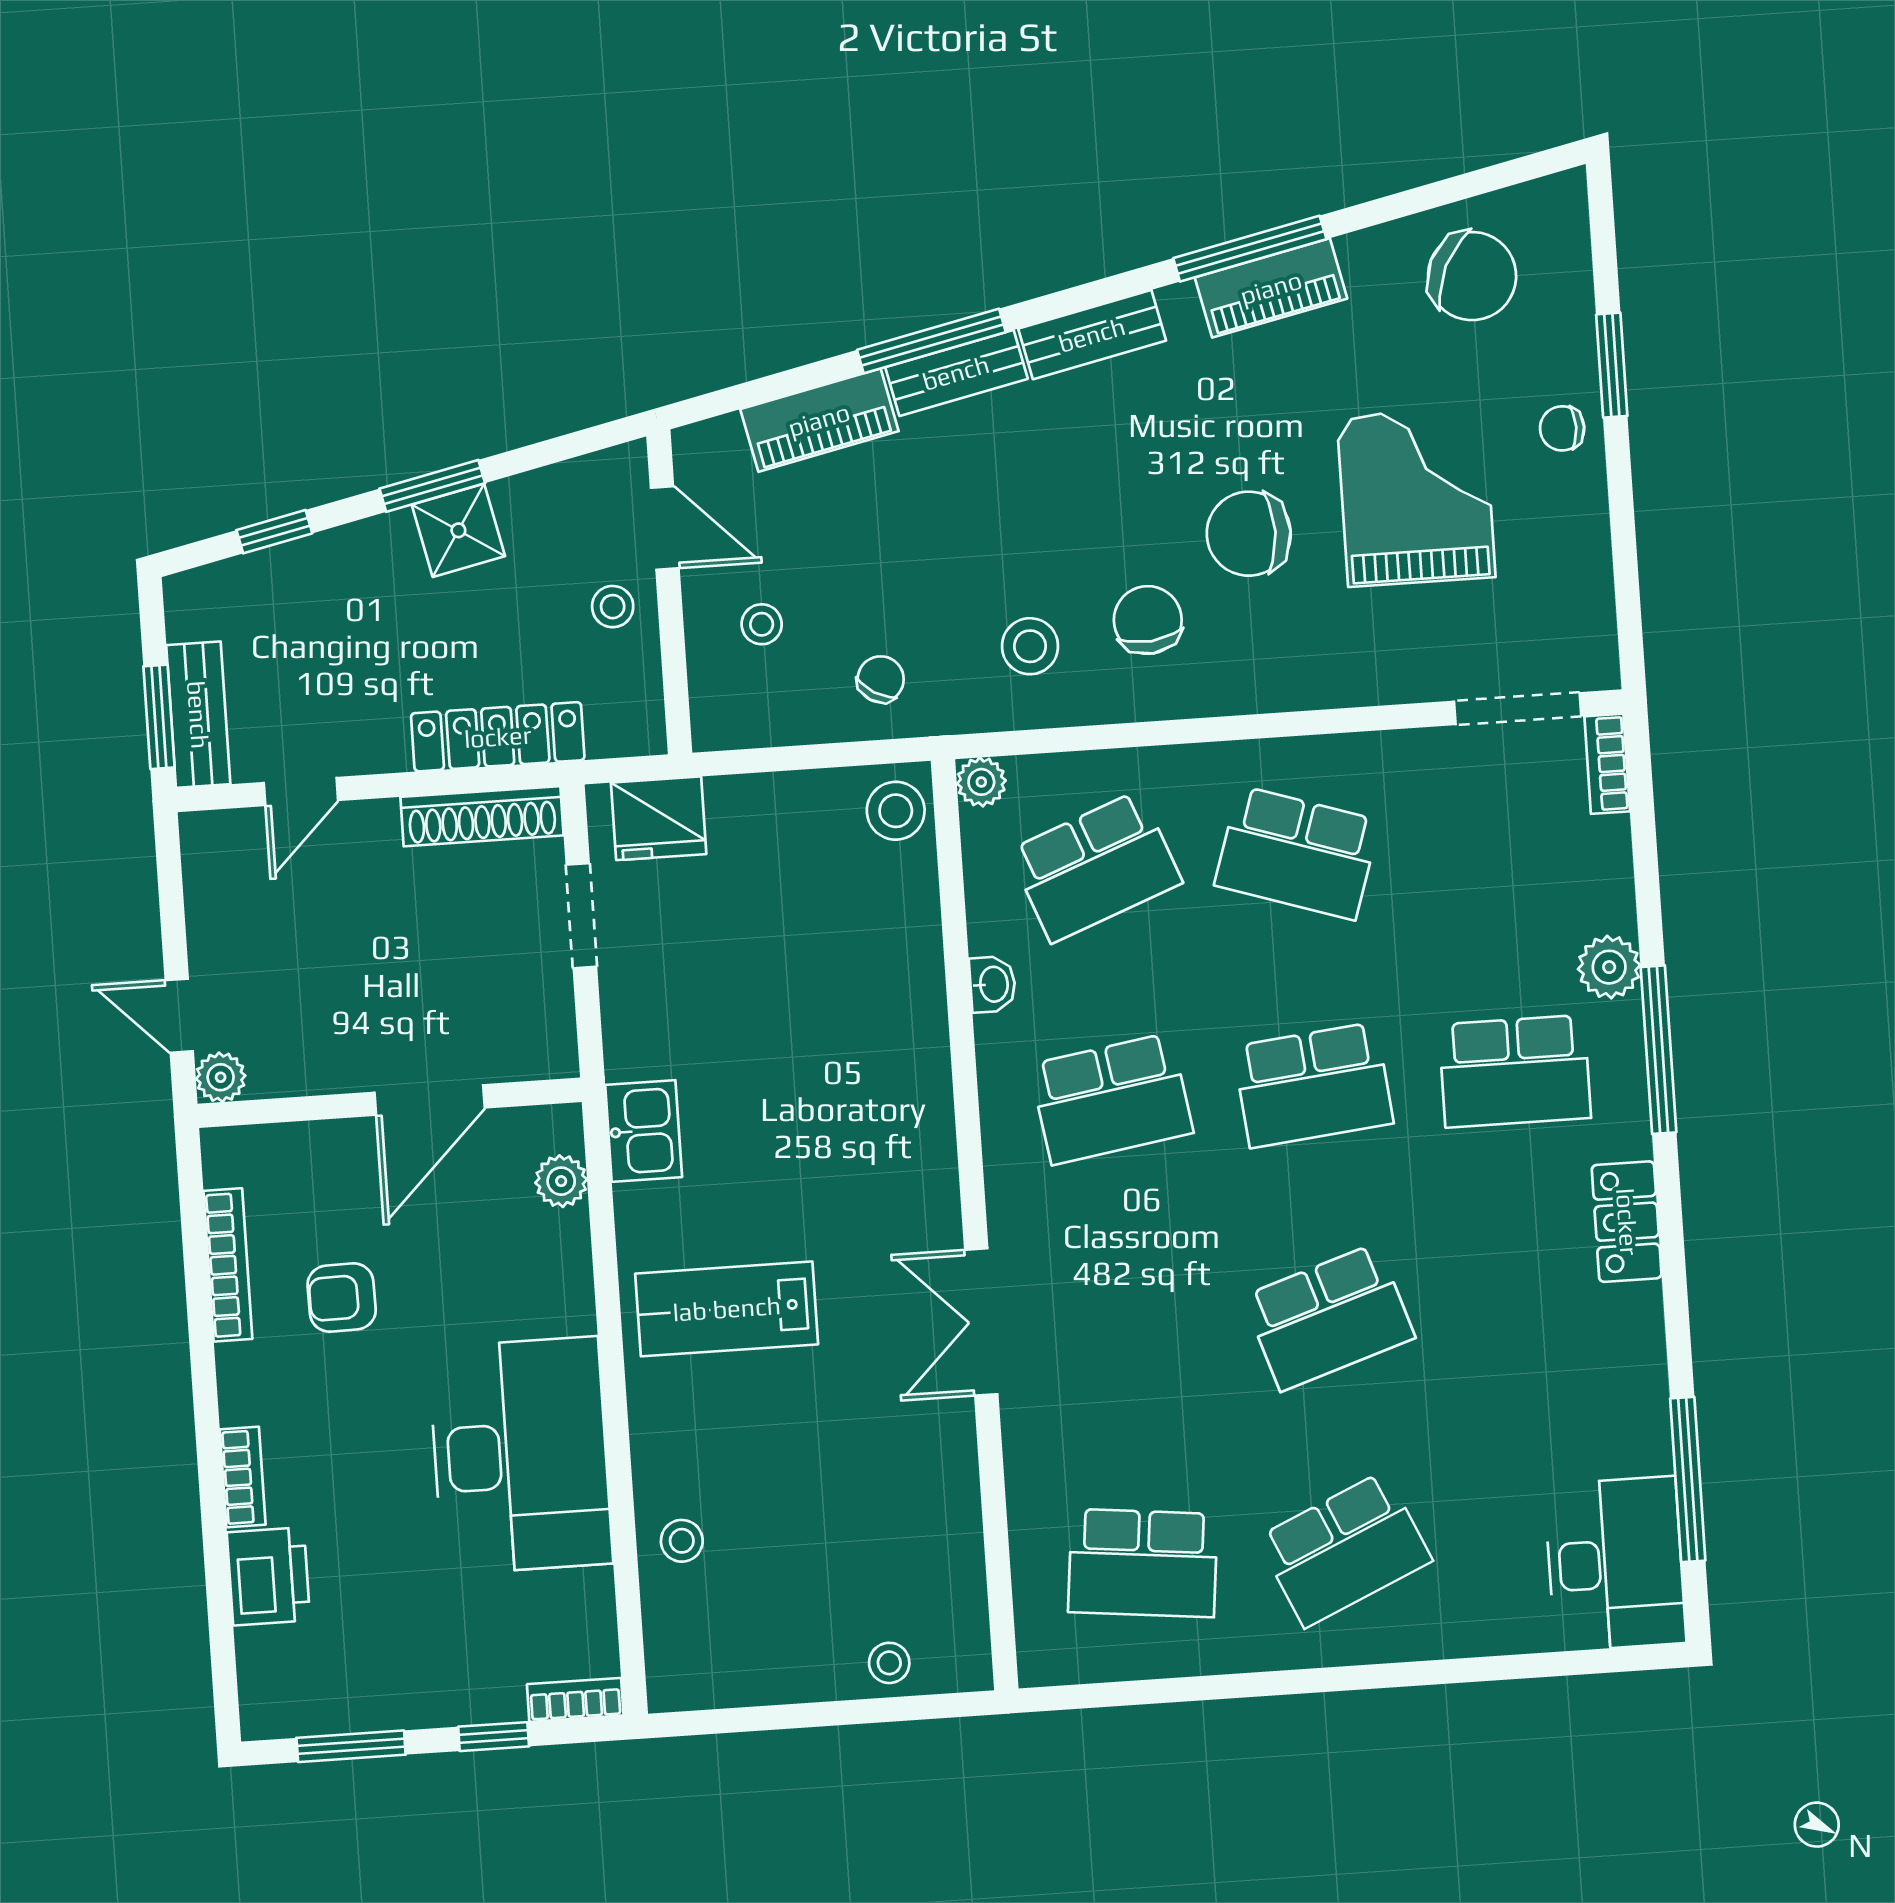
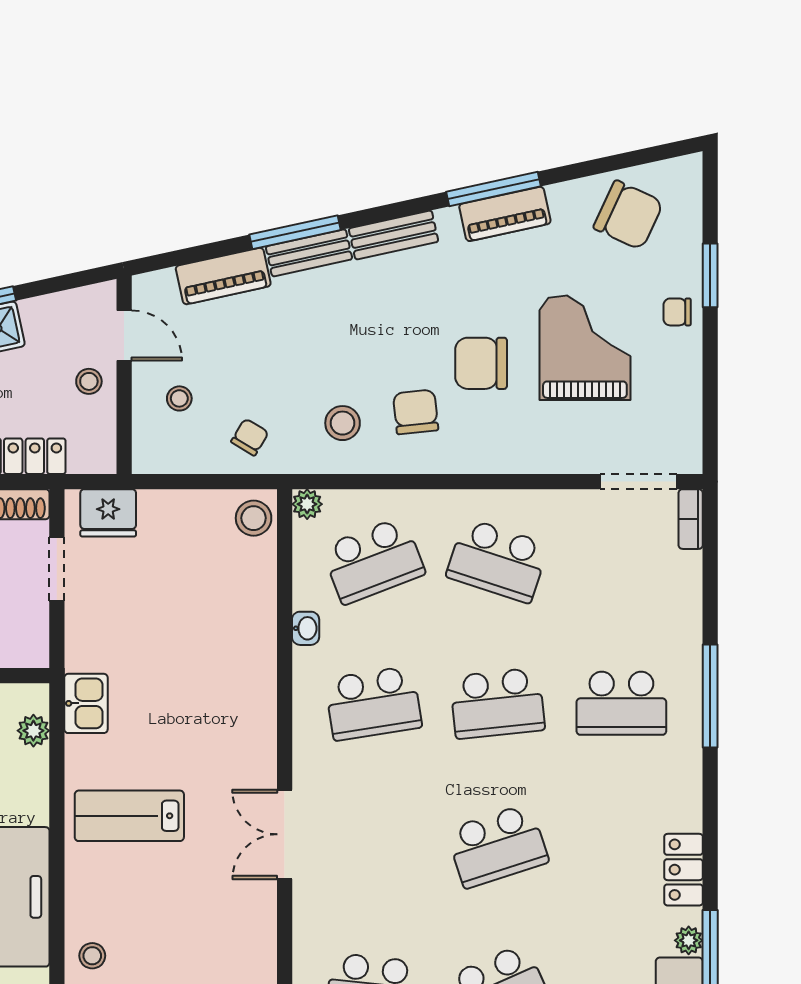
plant: (1609, 967) -> (689, 940), moved, width x0.73, depth x0.73
locker: (1627, 1222) -> (684, 870), moved

